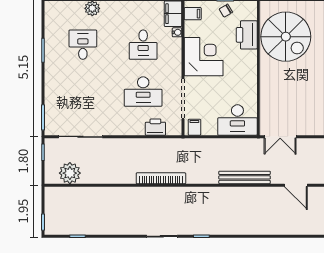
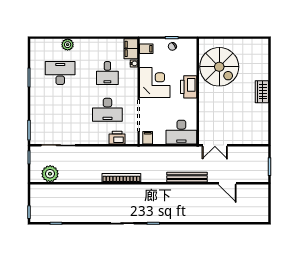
printer: (247, 35) -> (189, 87), moved
desk: (83, 45) -> (60, 73), width x1.37

